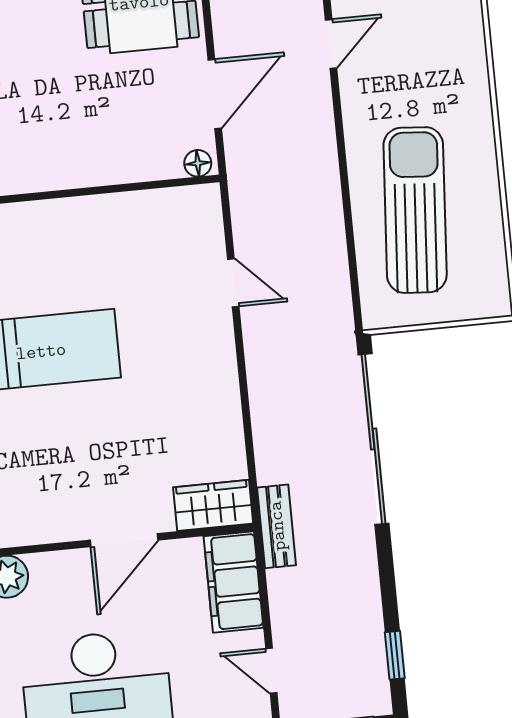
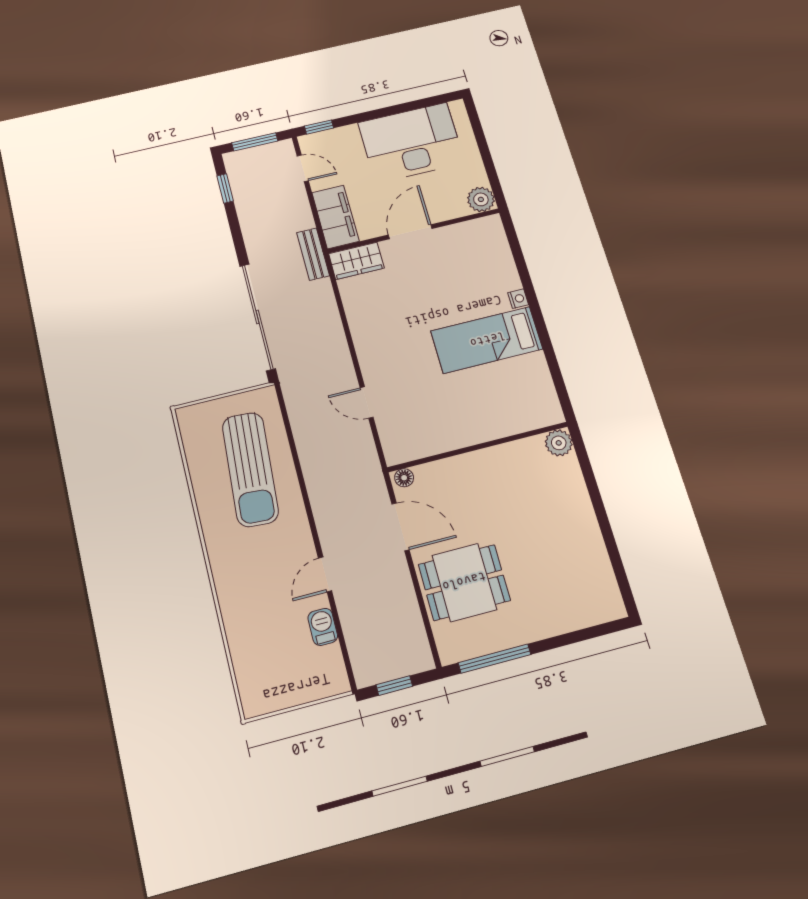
door: (215, 94) -> (401, 527), swing flipped

